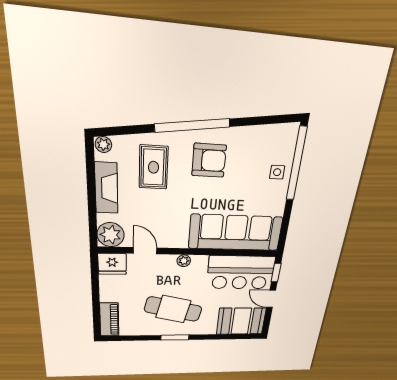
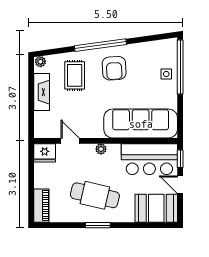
armchair: (209, 160) -> (114, 68), turned 87
plant: (111, 235) -> (44, 128), removed

